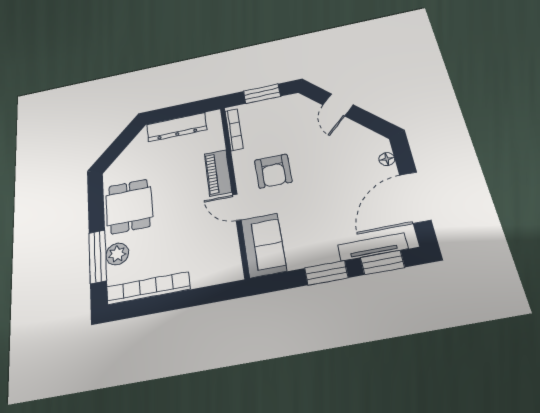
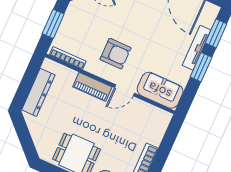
tv unit: (373, 247) -> (197, 48), moved

